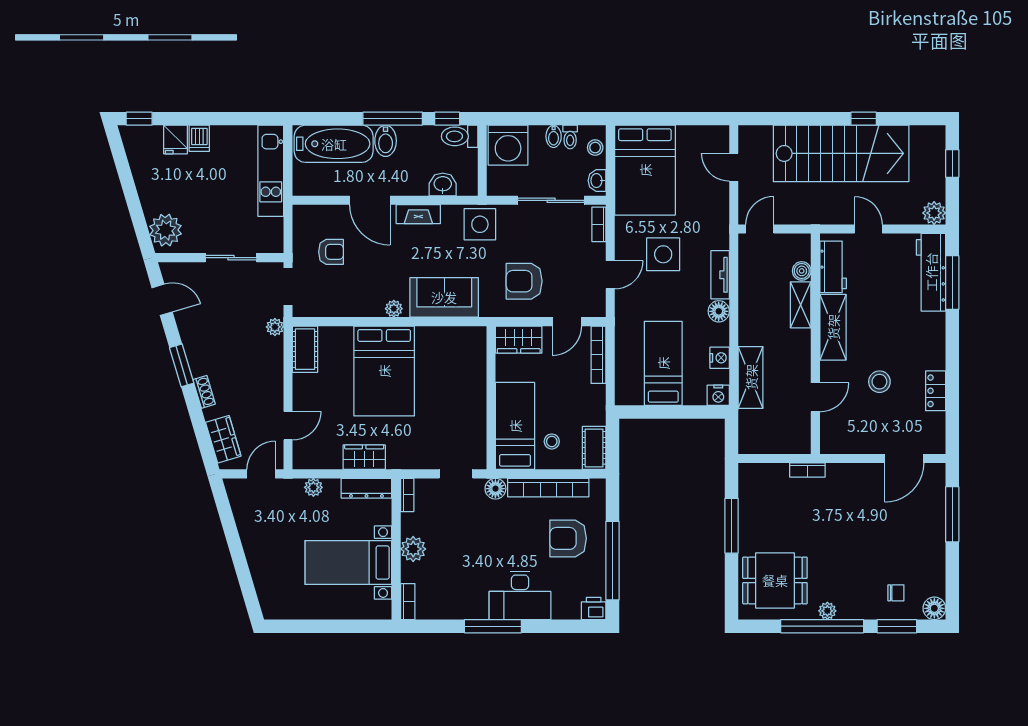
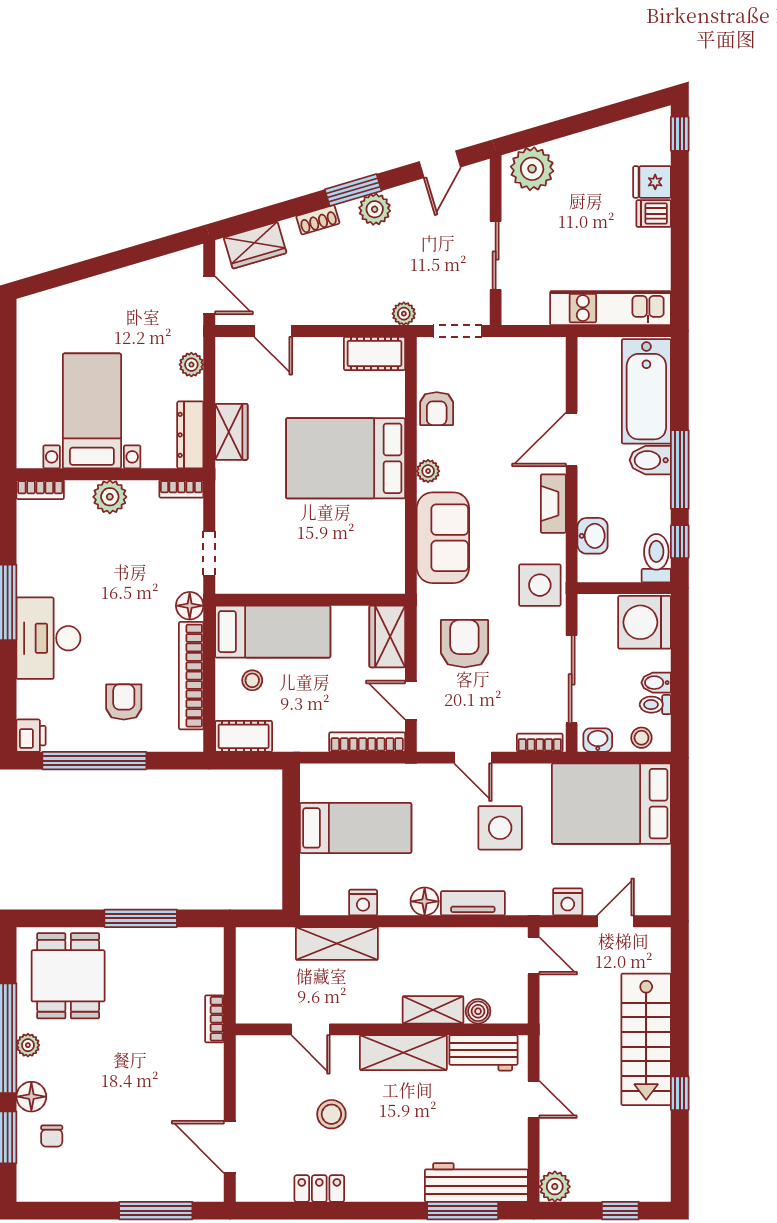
stairs: (841, 153) -> (646, 1039), width x0.73, depth x0.66
door: (868, 229) -> (534, 1099), hinge flipped
armchair: (331, 252) -> (437, 409), moved
plant: (196, 349) -> (375, 209), added
nightstand: (718, 395) -> (568, 902), moved, turned -90
armchair: (568, 538) -> (124, 702), width x0.72, depth x0.72
floor lamp: (934, 608) -> (31, 1097), moved

